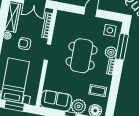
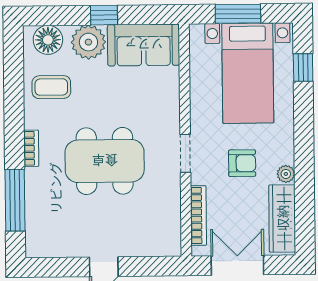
side table: (110, 30) -> (51, 233), removed
plant: (111, 52) -> (38, 182), removed
dining table: (82, 56) -> (105, 161), turned 90

